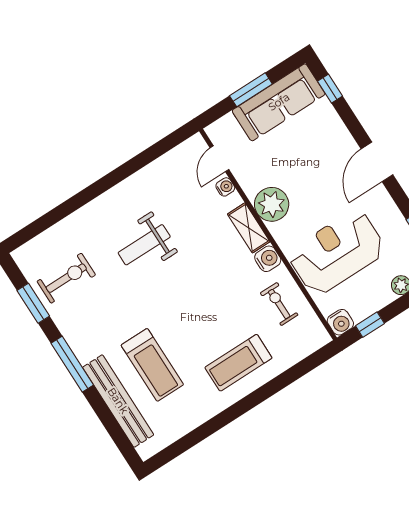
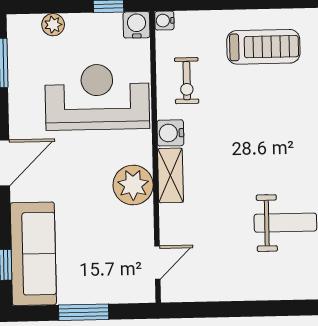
sofa: (279, 102) -> (33, 254), moved, turned 90
water cooler: (225, 187) -> (164, 21), moved
reception desk: (337, 252) -> (97, 97), turned 180

